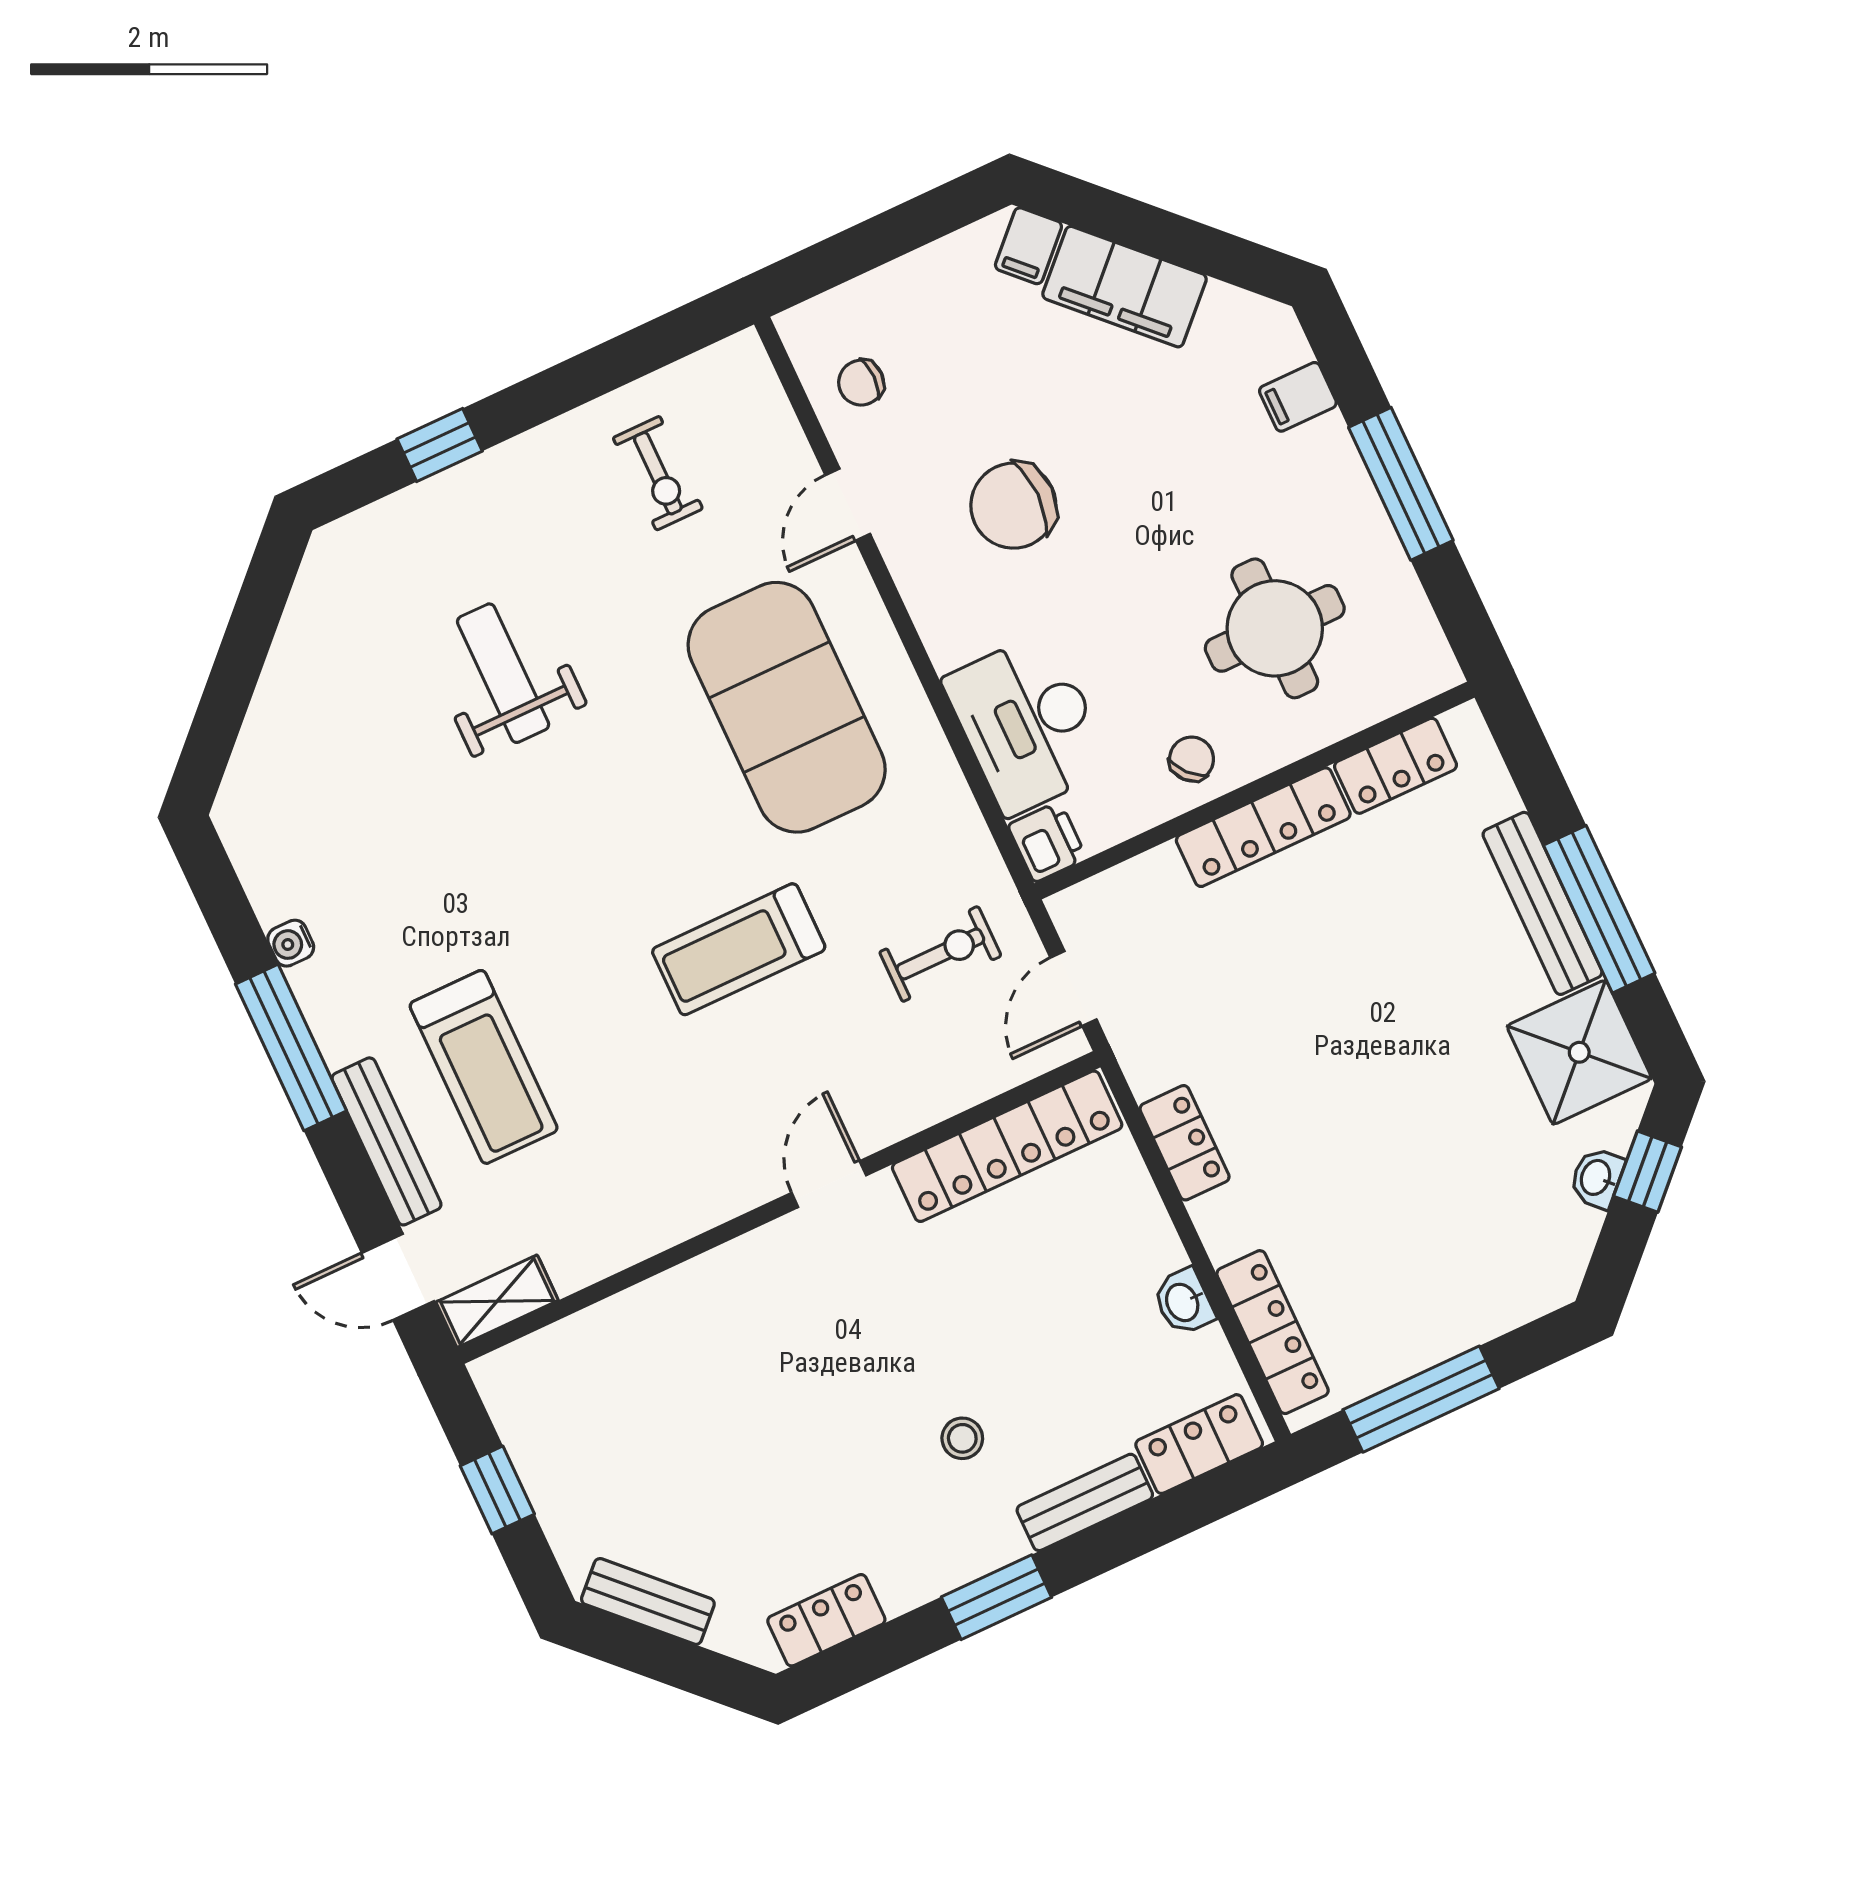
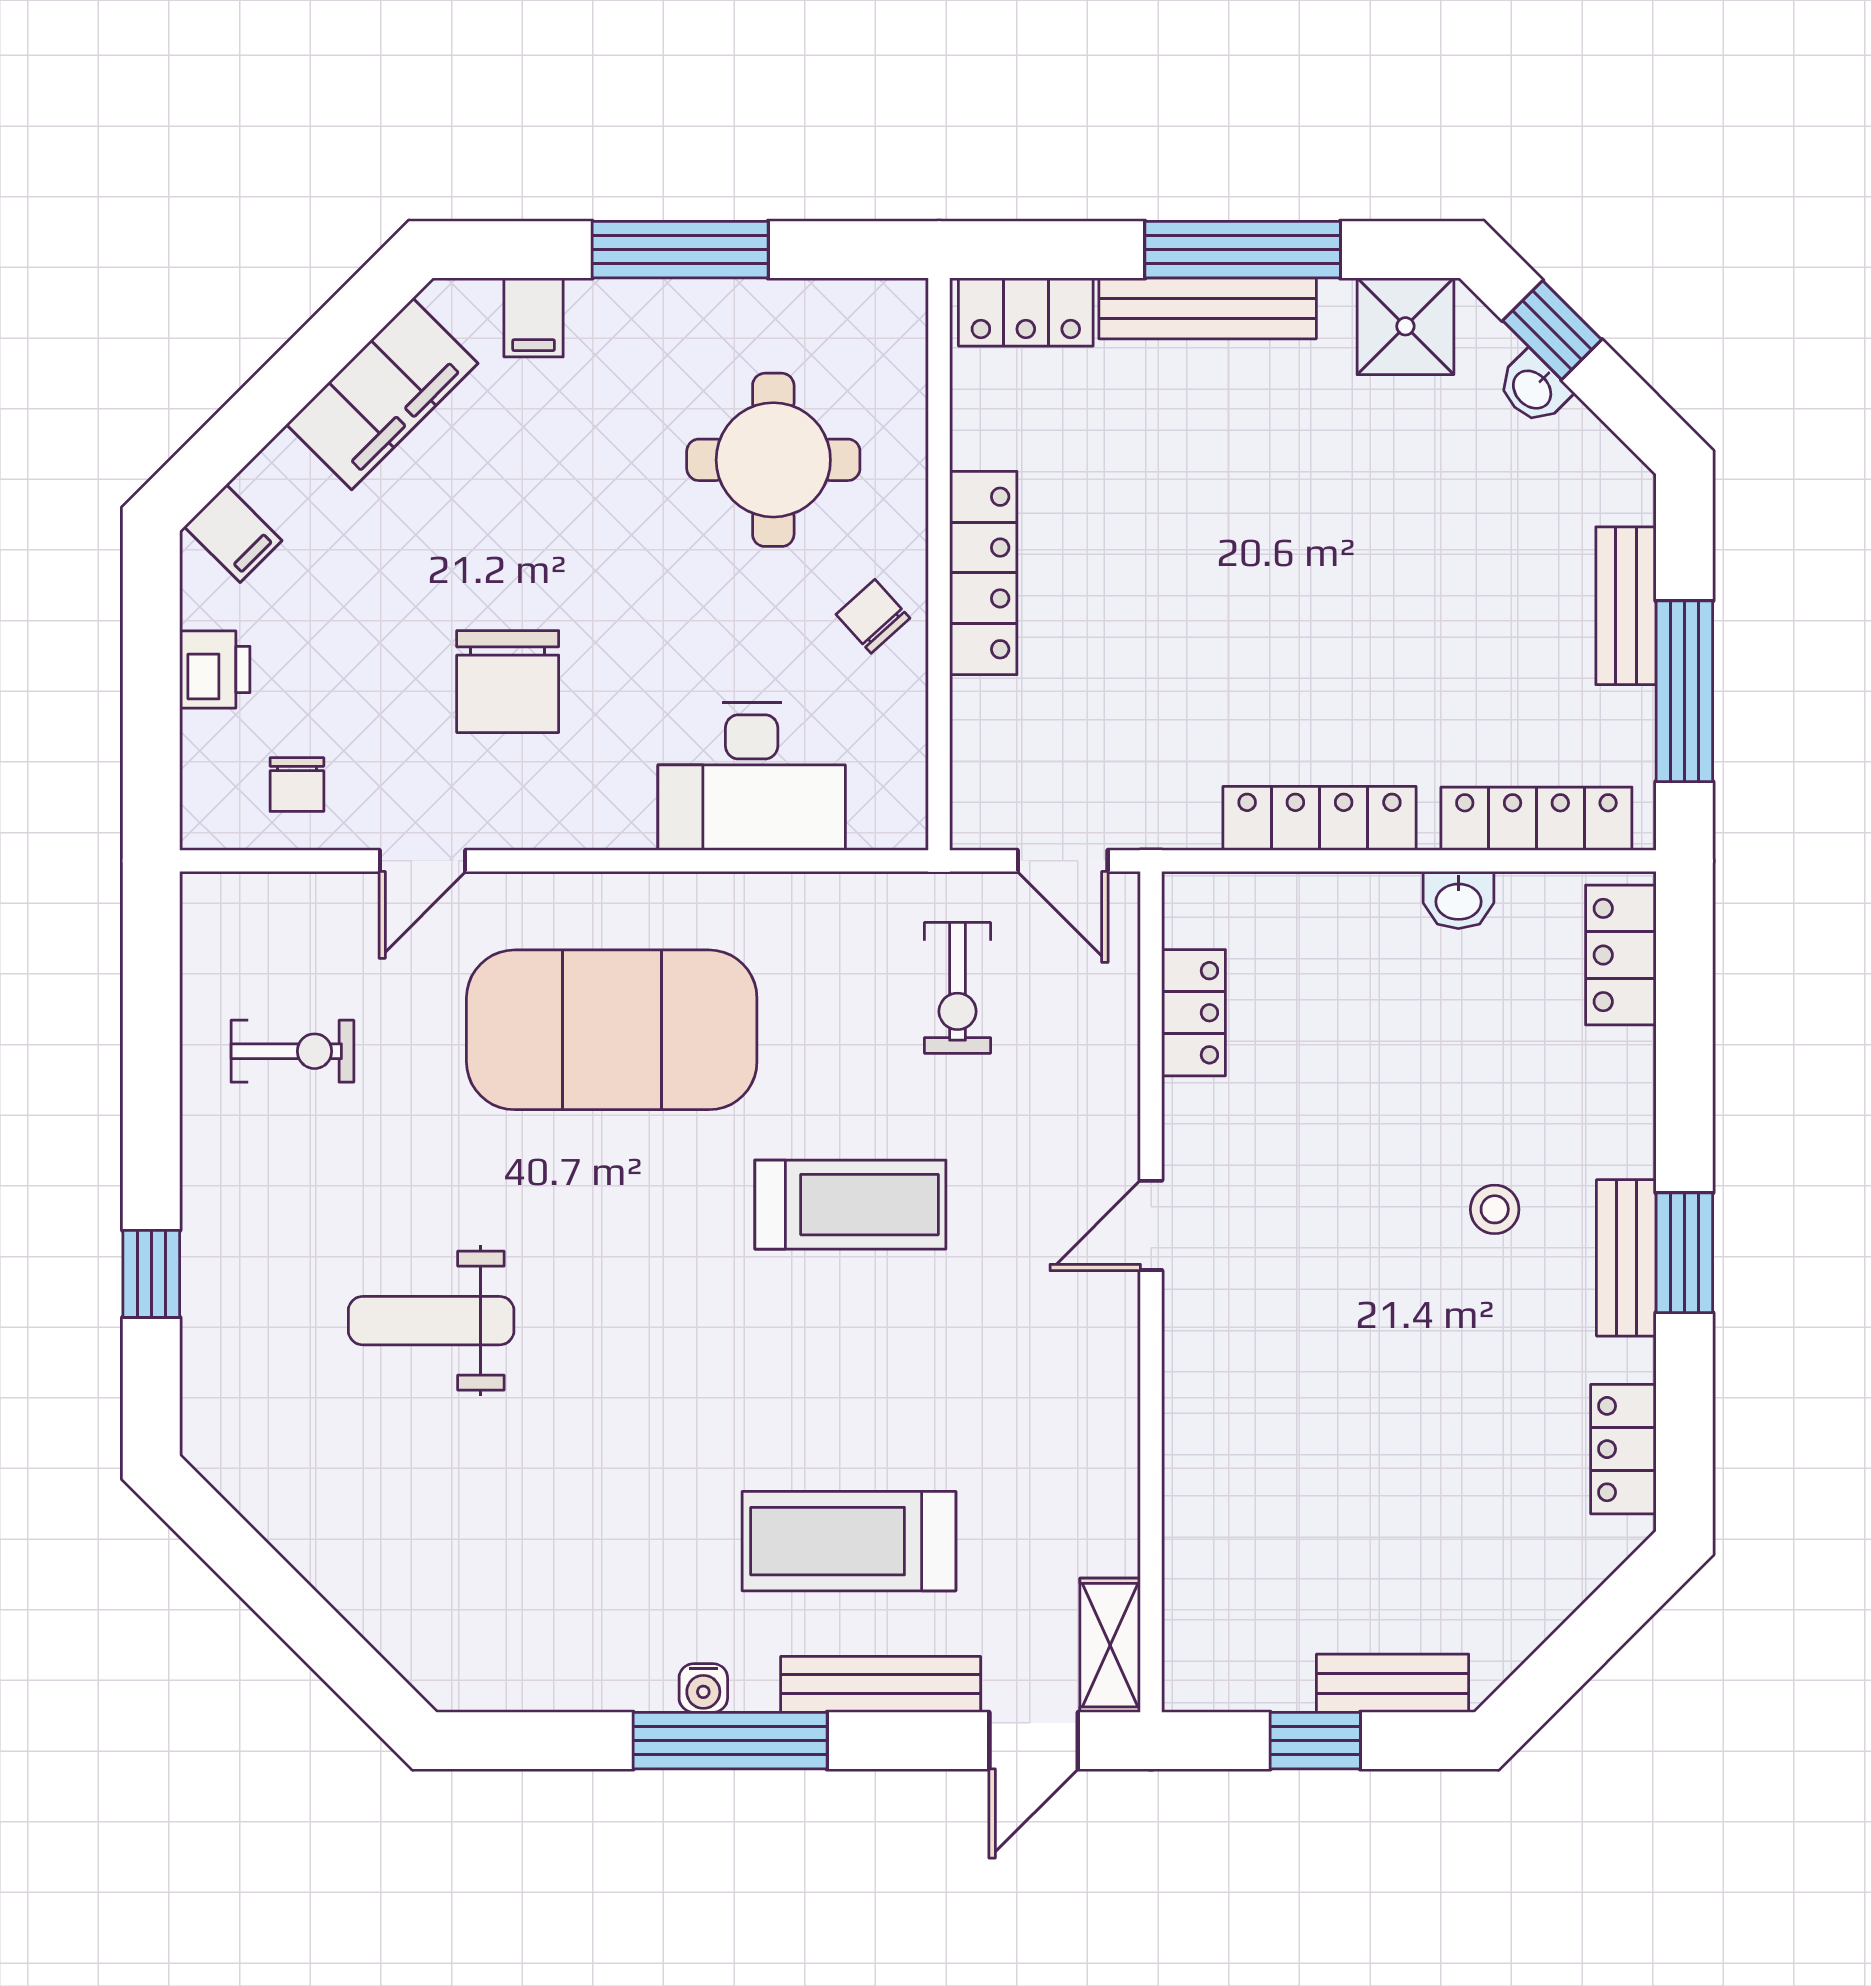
filing cabinet: (1125, 287) -> (382, 394), moved
door: (848, 504) -> (422, 861), hinge flipped
locker: (1396, 766) -> (1026, 312), moved, turned 90
printer: (1047, 842) -> (215, 669), moved, turned 90
water cooler: (291, 943) -> (703, 1688), moved
treadmill: (739, 949) -> (850, 1205), turned -90
exercise bike: (940, 954) -> (958, 988), turned 180
shower: (1579, 1052) -> (1405, 326), width x0.73, depth x0.73
treadmill: (484, 1067) -> (849, 1541), turned 180
locker: (1185, 1143) -> (1320, 818), width x1.53
locker: (1007, 1146) -> (1193, 1013), width x0.46, depth x0.83
door: (829, 1184) -> (1151, 1225), hinge flipped
bench: (1465, 1325) -> (1626, 606), added
bench: (1085, 1502) -> (1626, 1258), moved
bench: (648, 1601) -> (1393, 1683), moved, turned 45

